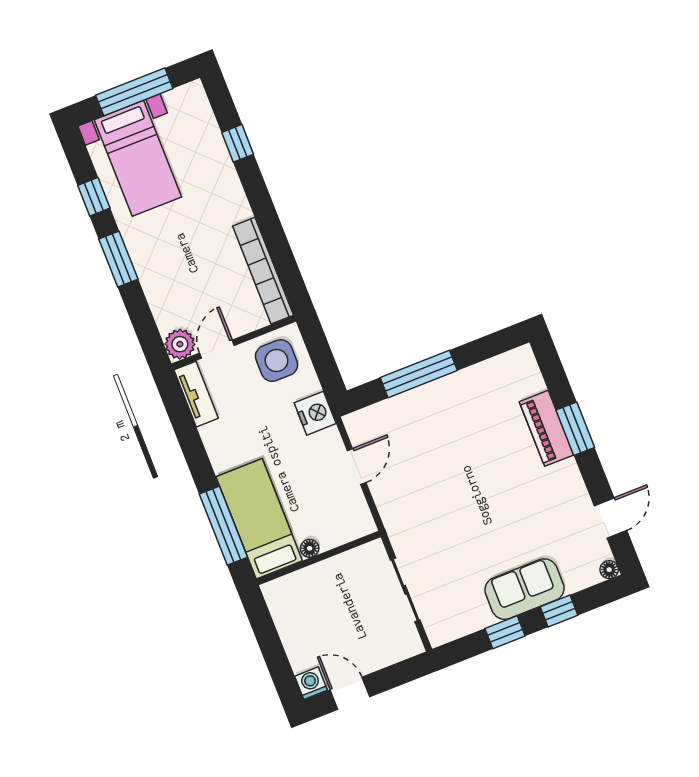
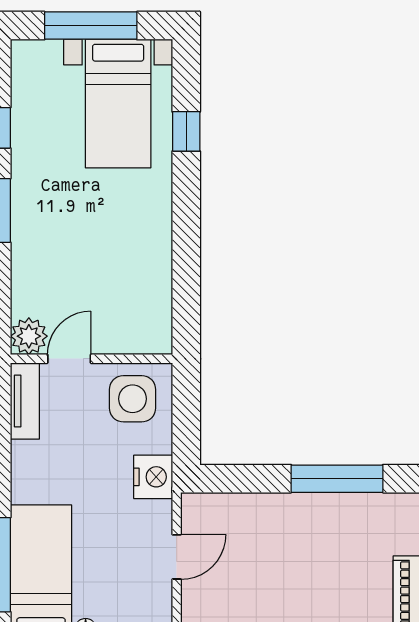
bed with nightstands: (138, 158) -> (118, 104), moved
bookcase: (263, 271) -> (158, 289), removed
window: (419, 374) -> (337, 479), moved

